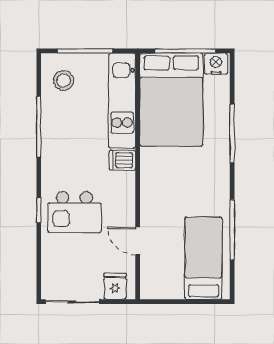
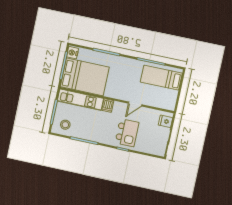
door: (138, 241) -> (135, 104), moved

